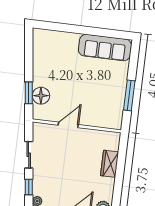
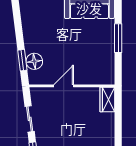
window: (129, 95) -> (118, 38), moved
wardrobe: (110, 164) -> (107, 99), moved

